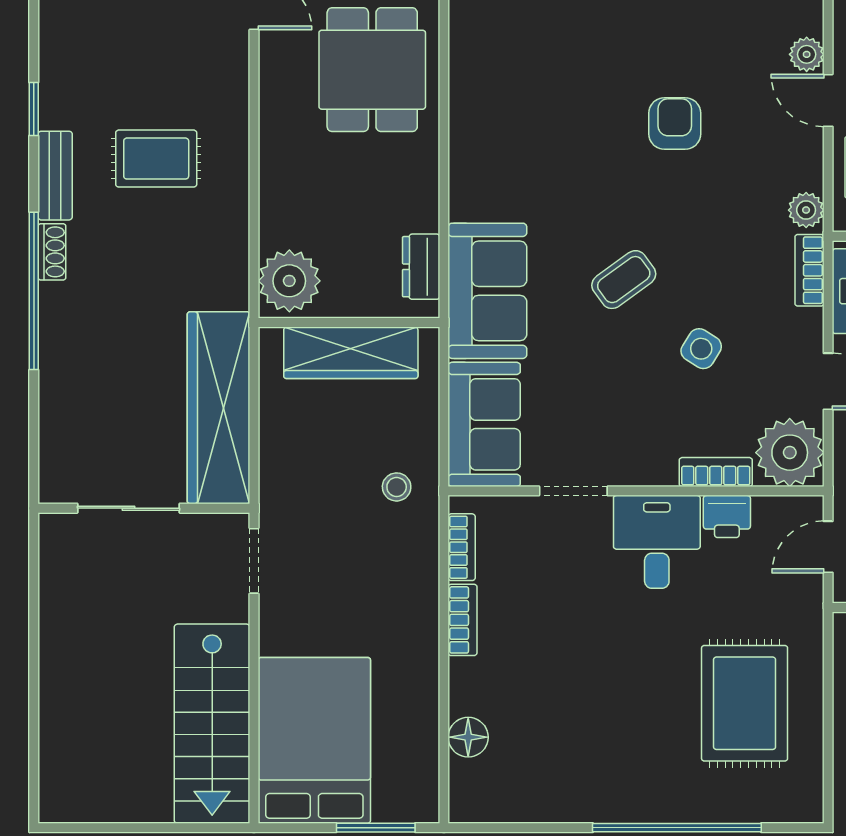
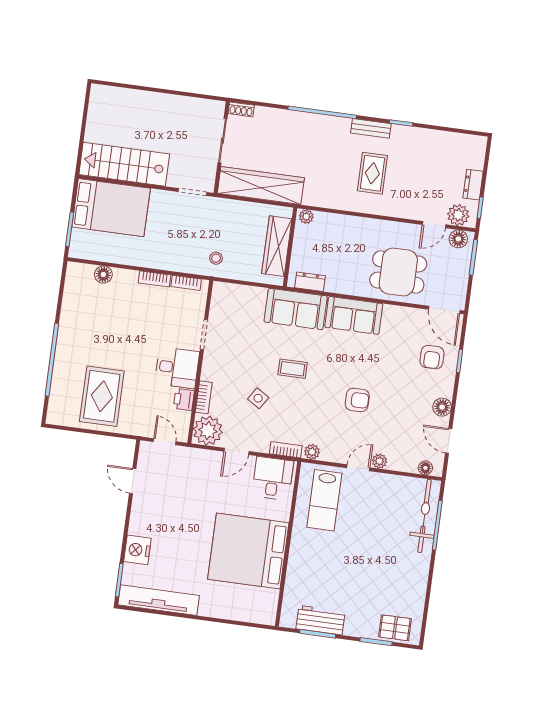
shoe rack: (52, 252) -> (241, 109), moved
coffee table: (624, 280) -> (293, 369), turned -54
plant: (289, 281) -> (306, 217), width x0.53, depth x0.53
sofa: (484, 424) -> (354, 315), moved
rug: (745, 703) -> (102, 396), turned 90

